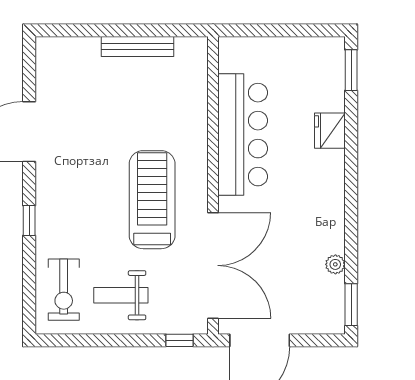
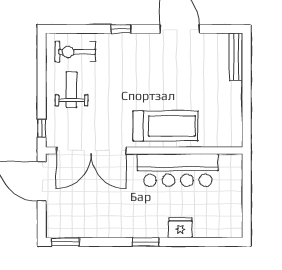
bench: (137, 46) -> (236, 57), moved
window: (351, 70) -> (146, 242), moved
treadmill: (152, 200) -> (165, 126), moved
plant: (335, 264) -> (92, 231), removed

